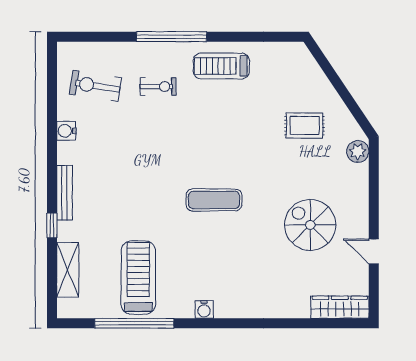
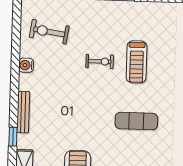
treadmill: (221, 66) -> (137, 62), moved, turned -90
exercise bike: (158, 86) -> (100, 61), moved

